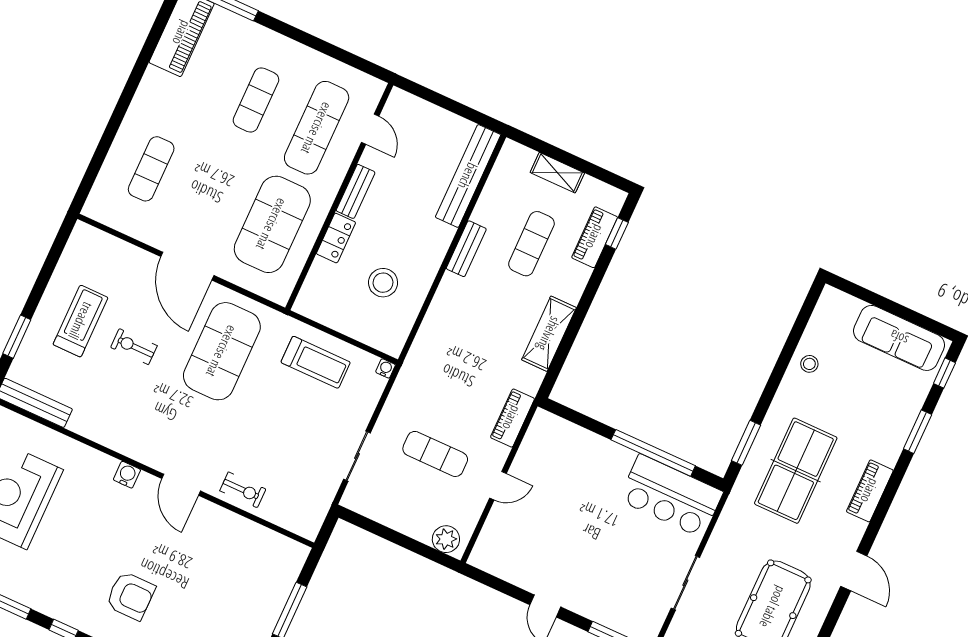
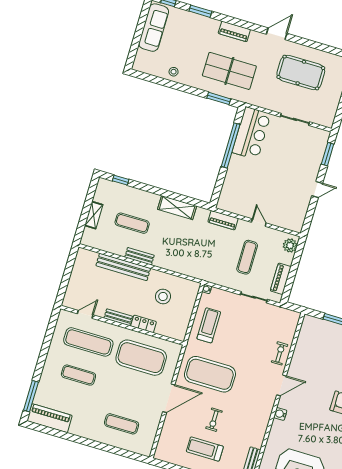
bench: (468, 176) -> (123, 267), moved
piano: (595, 237) -> (281, 279), moved, turned 90

